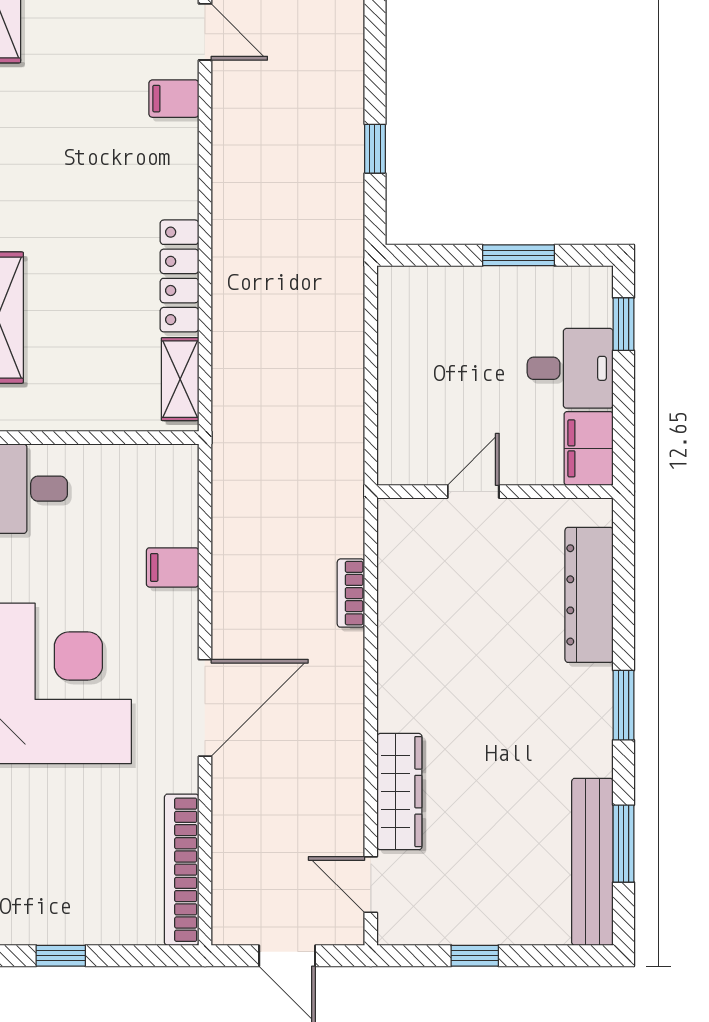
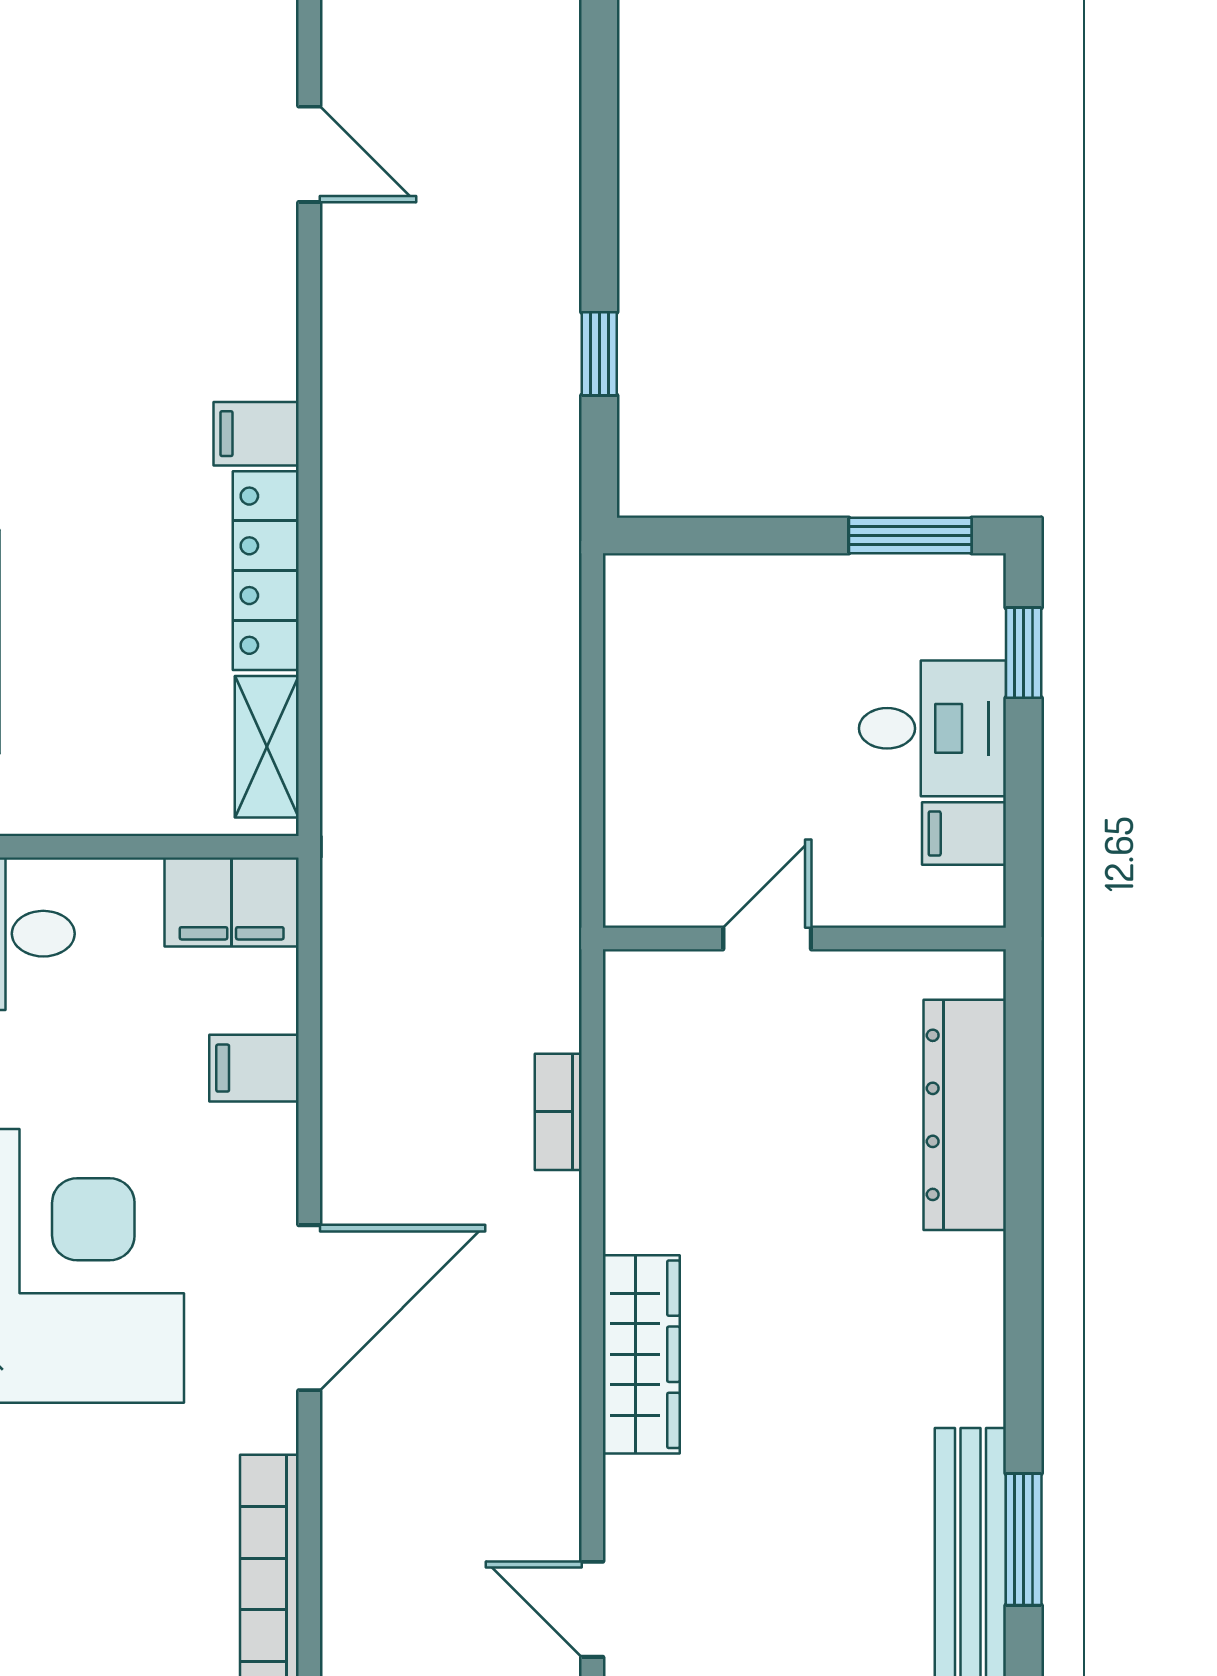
filing cabinet: (174, 99) -> (256, 434), moved
window: (519, 255) -> (910, 535), moved
filing cabinet: (589, 448) -> (964, 833), width x0.50
filing cabinet: (159, 470) -> (232, 902), added
window: (624, 705) -> (1024, 1303), removed
wardrobe: (399, 792) -> (641, 1354), moved

